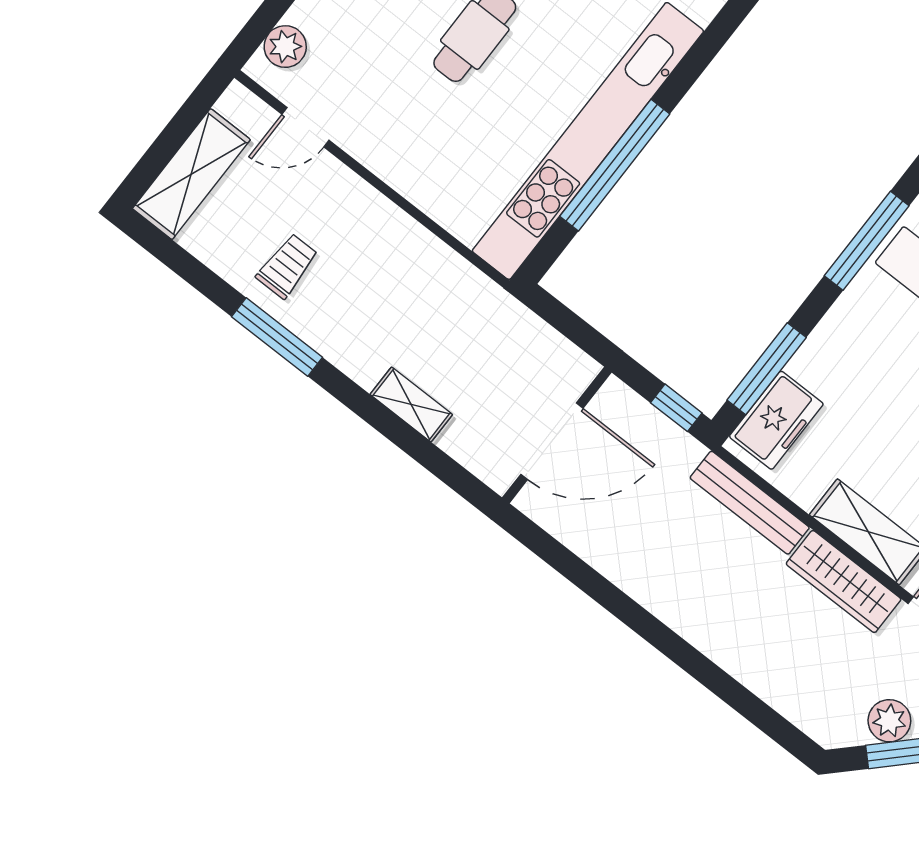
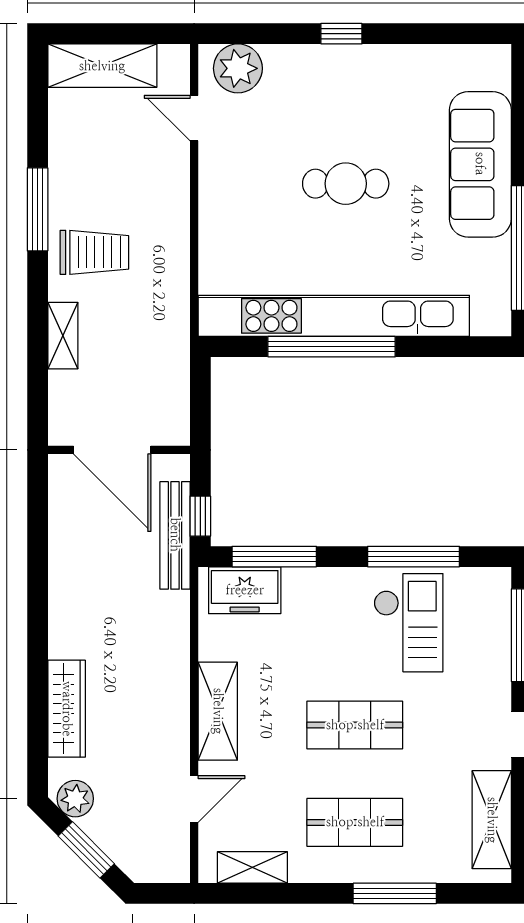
plant: (285, 47) -> (238, 68), width x1.36, depth x1.36
trolley: (287, 266) -> (94, 252), moved, width x1.36, depth x1.39
bench: (750, 503) -> (175, 535), moved
wardrobe: (844, 582) -> (67, 709), moved, turned 180
plant: (889, 721) -> (75, 799), moved

